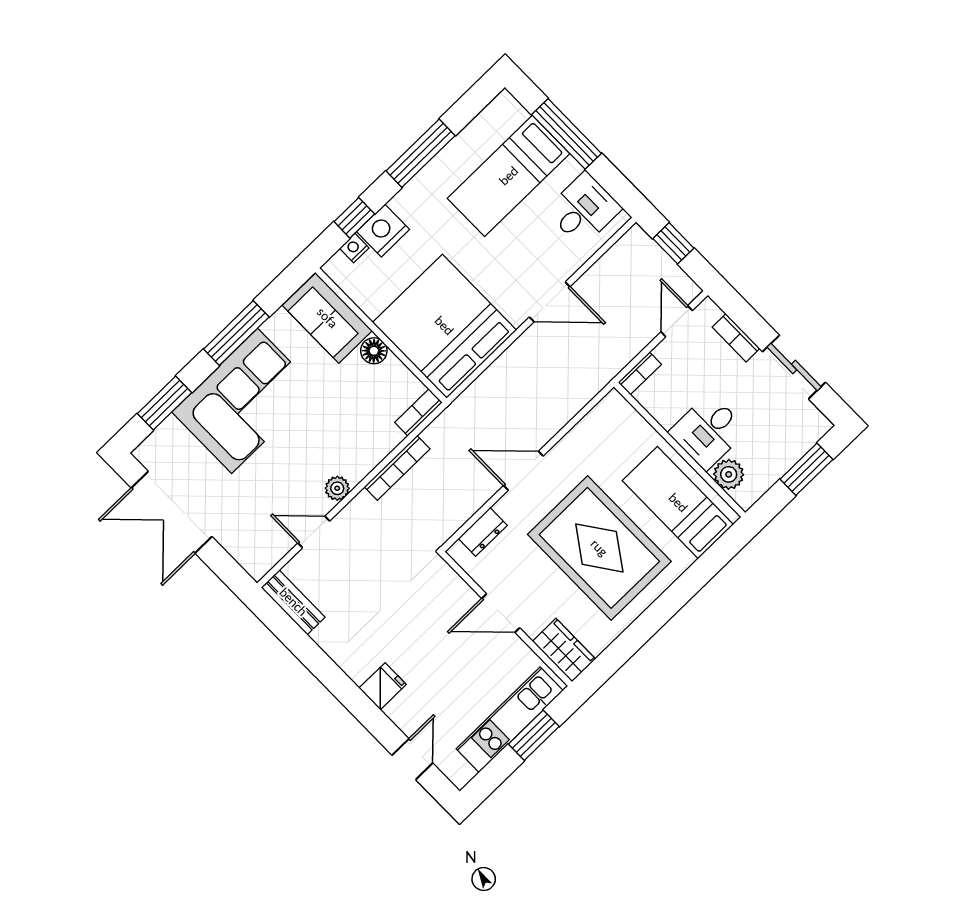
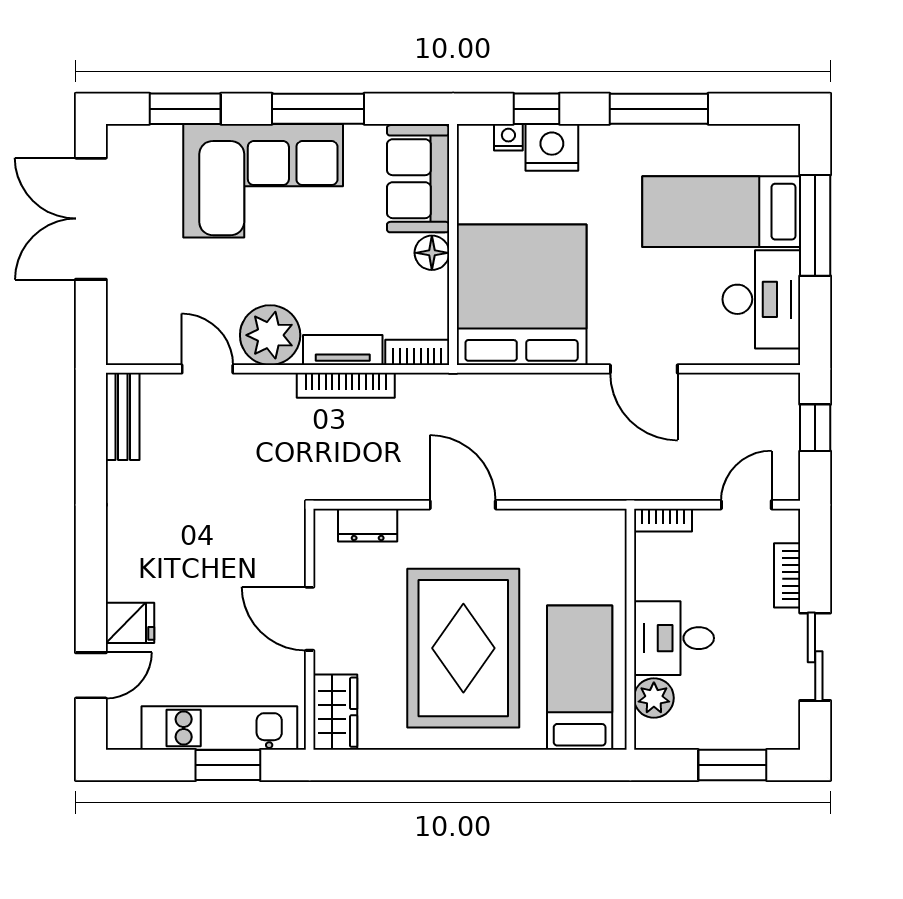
desk: (583, 209) -> (761, 299), width x1.37
tv unit: (377, 450) -> (343, 350), added
plant: (337, 488) -> (270, 335), width x1.87, depth x1.87
fridge: (383, 686) -> (130, 623), moved

